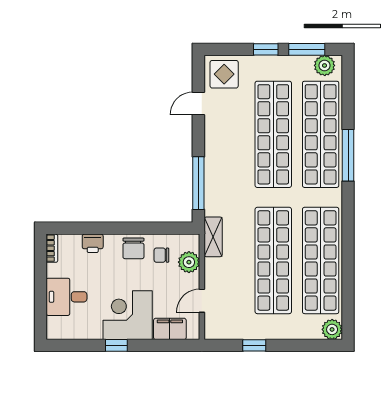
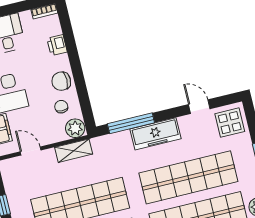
freezer: (217, 159) -> (156, 134), added
shelving: (213, 237) -> (74, 151), moved
plant: (189, 262) -> (75, 128), moved

